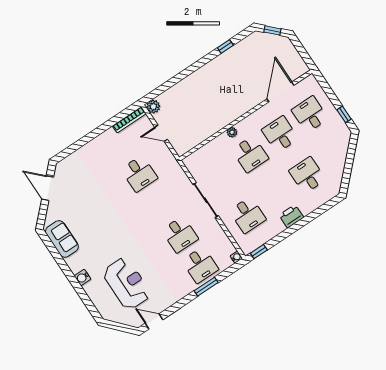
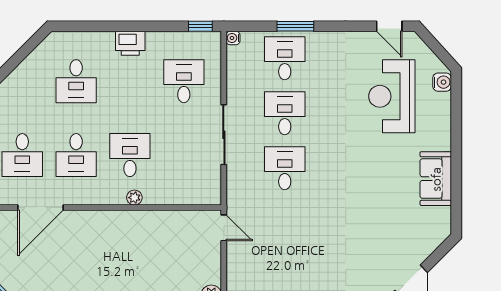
door: (161, 133) -> (224, 228), moved
desk: (139, 174) -> (285, 168), moved
sofa: (62, 239) -> (436, 179), moved
water cooler: (82, 277) -> (442, 82), moved

